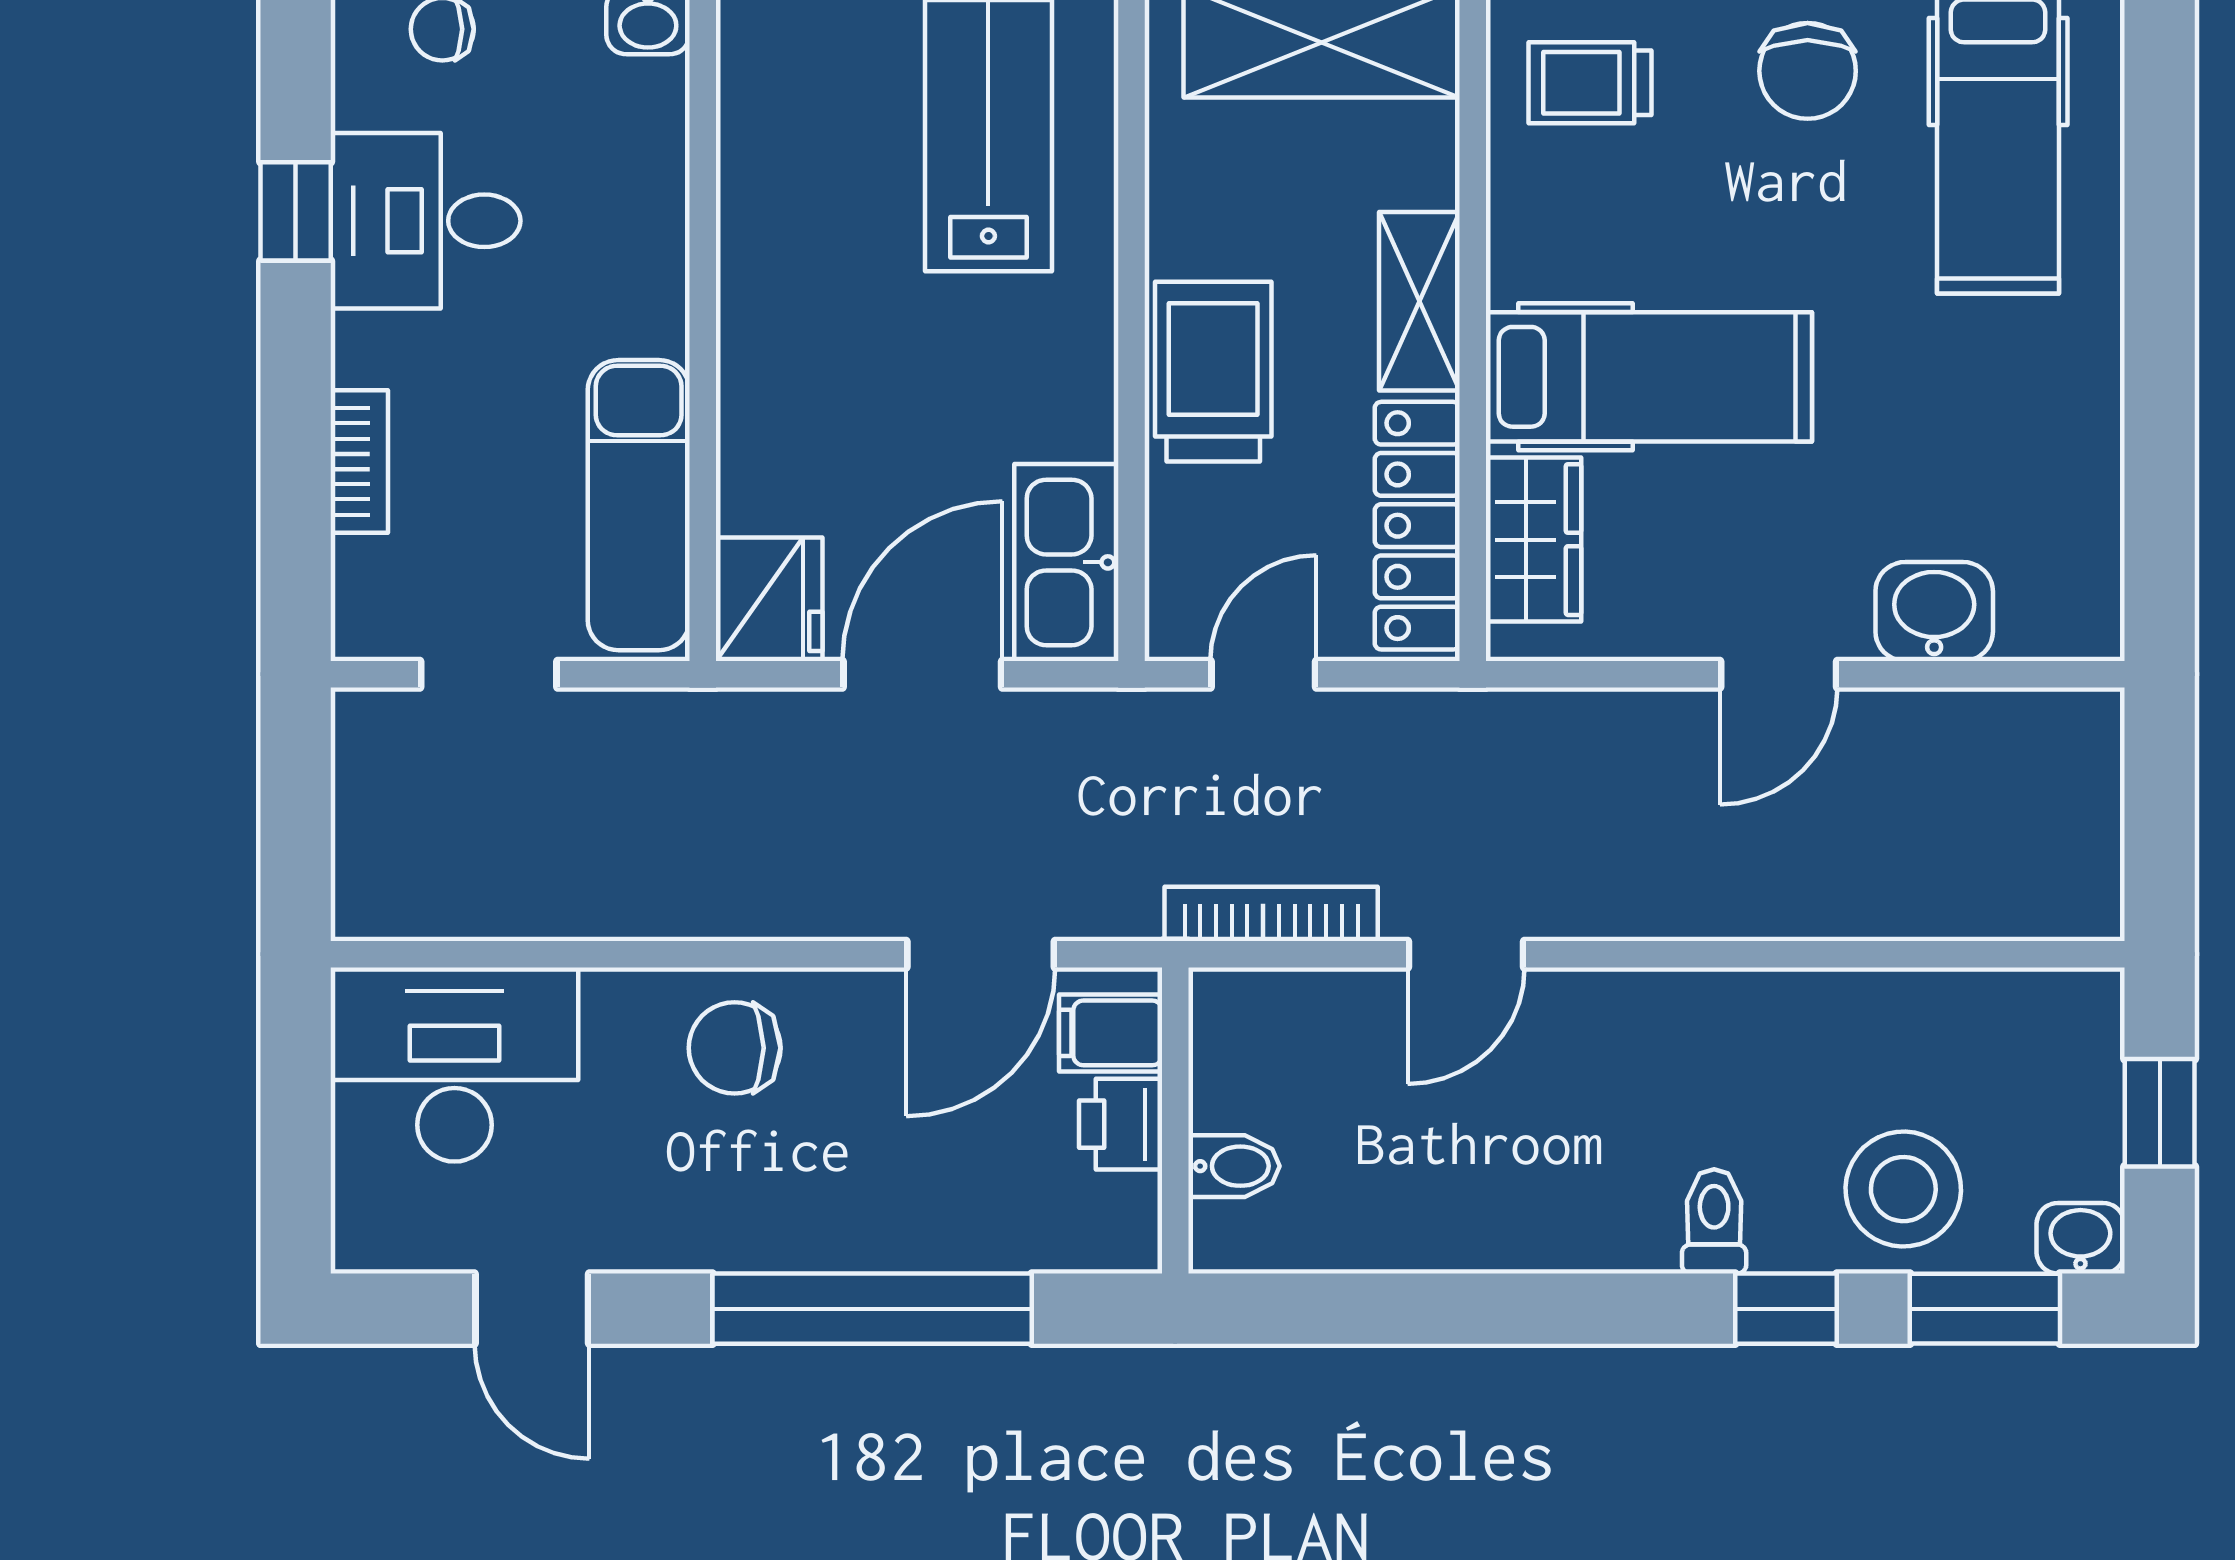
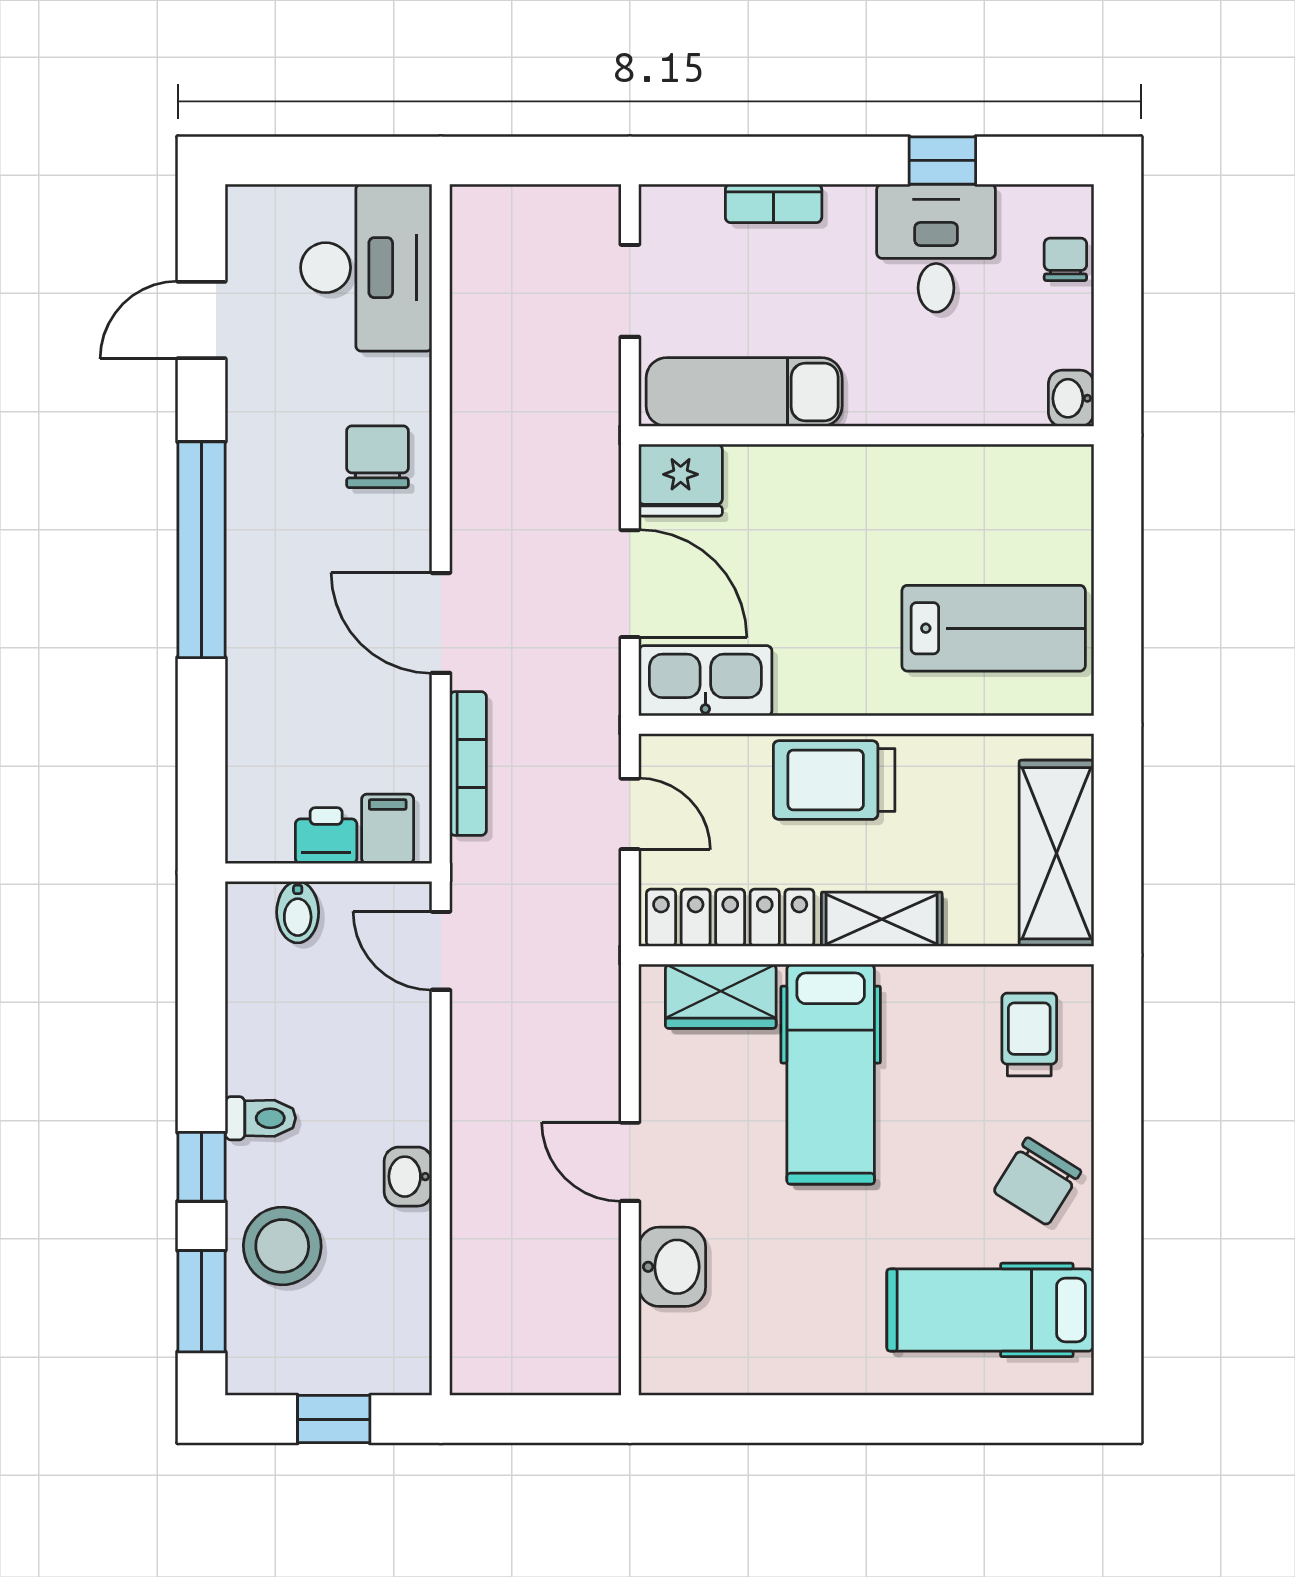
chair: (1808, 71) -> (1037, 1181), turned -58
trolley: (1213, 372) -> (834, 780), turned 180
bookcase: (1271, 914) -> (468, 763), moved
filing cabinet: (1111, 1033) -> (388, 829), moved
wall: (1175, 1120) -> (329, 872), moved
printer: (1121, 1124) -> (326, 836), moved
bidet: (1234, 1166) -> (298, 912), moved
washbasin: (2080, 1238) -> (408, 1177), moved, turned 180

